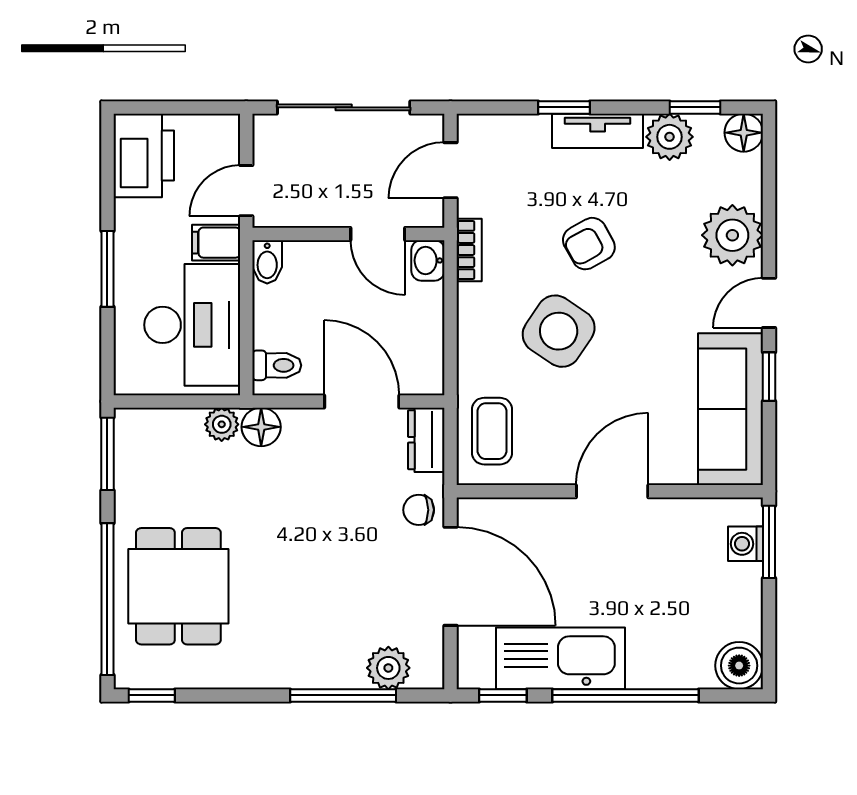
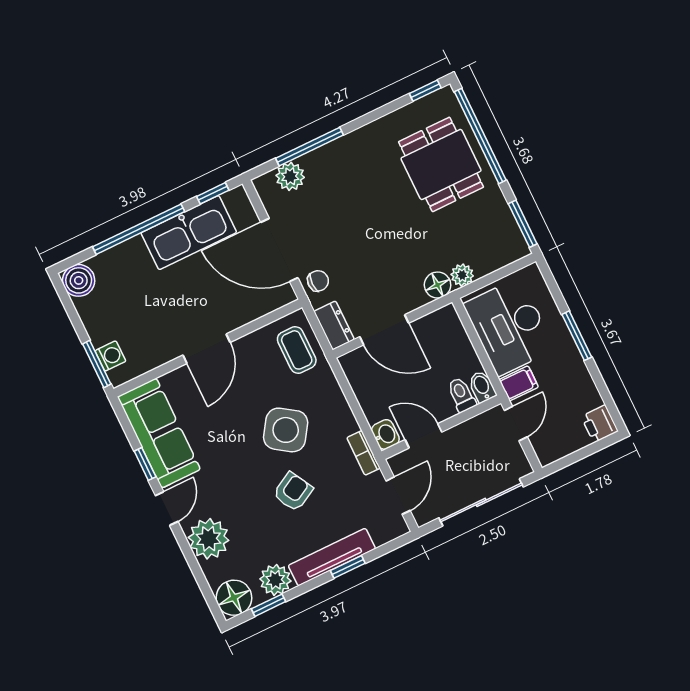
tv unit: (598, 131) -> (332, 557), width x1.41
floor lamp: (744, 133) -> (234, 598), width x1.38, depth x1.38
printer: (144, 156) -> (600, 424), width x0.53, depth x0.68
toilet: (277, 365) -> (461, 395), moved, turned 90

